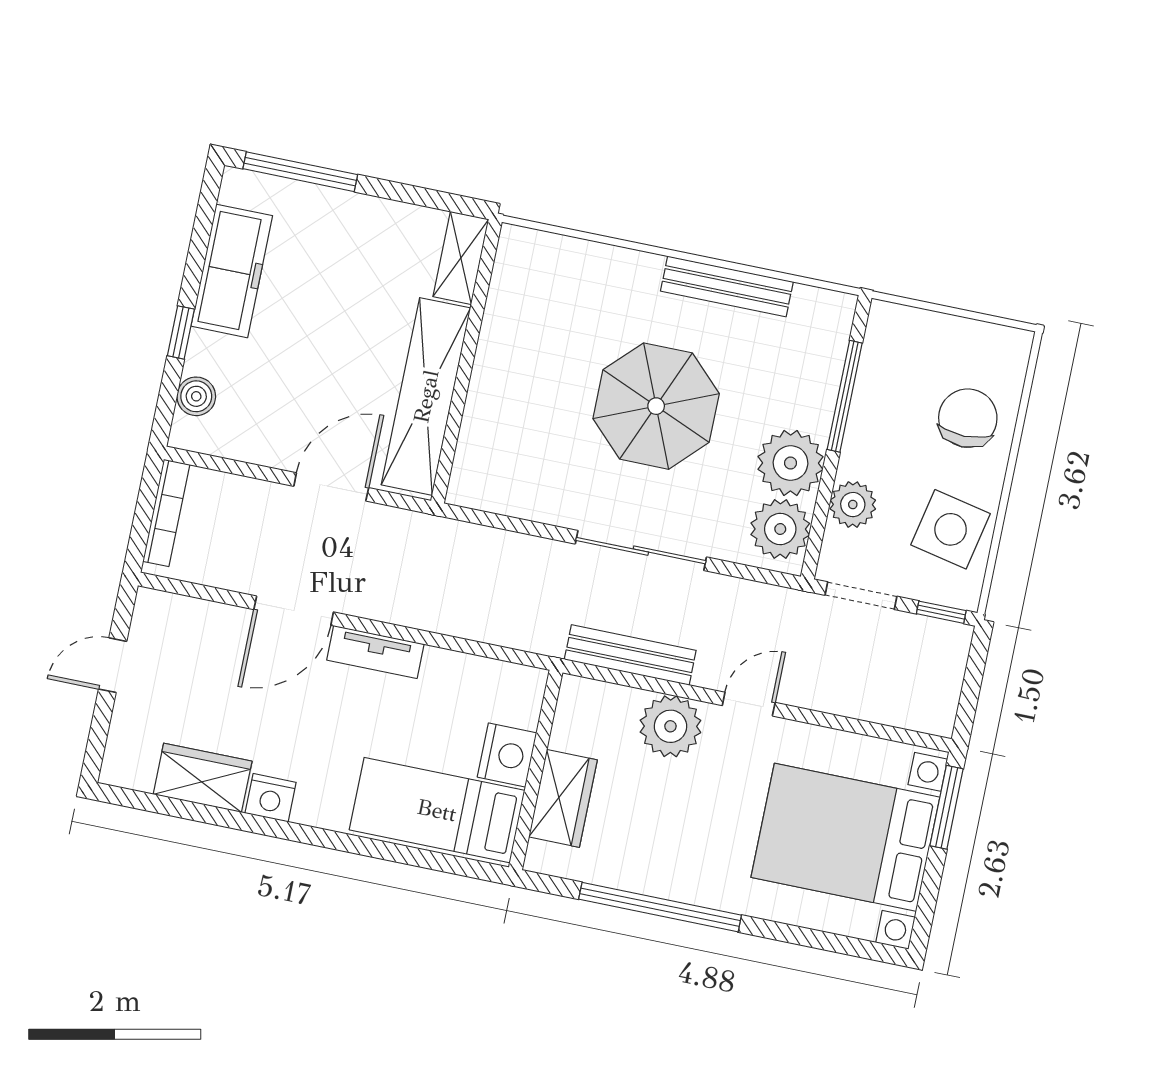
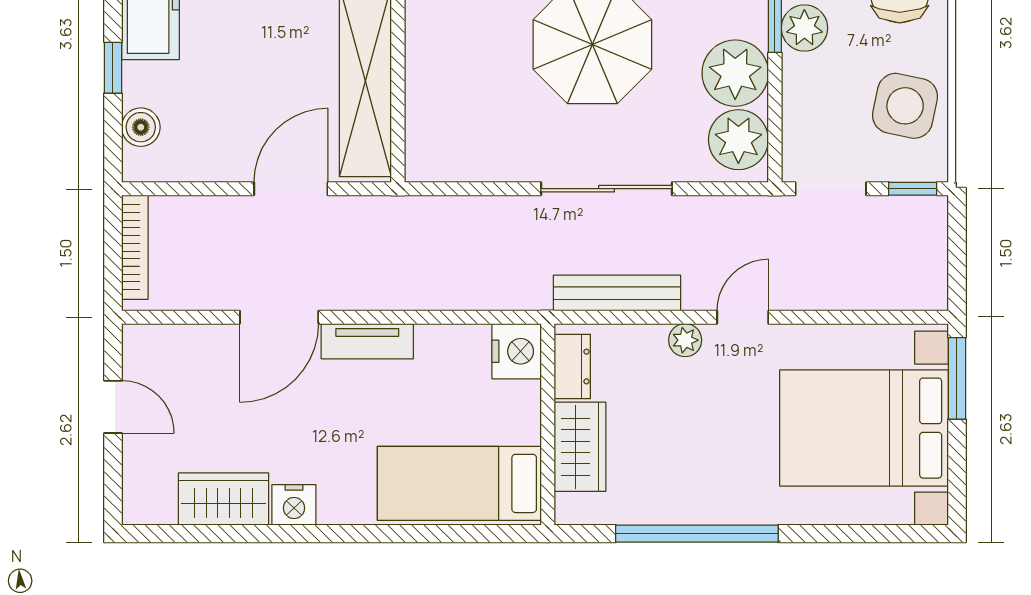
plant: (853, 505) -> (804, 28), moved
door: (113, 665) -> (113, 407), swing flipped
dresser: (572, 718) -> (572, 367), added
plant: (670, 726) -> (685, 340), width x0.53, depth x0.53
nightstand: (507, 755) -> (517, 351), moved

